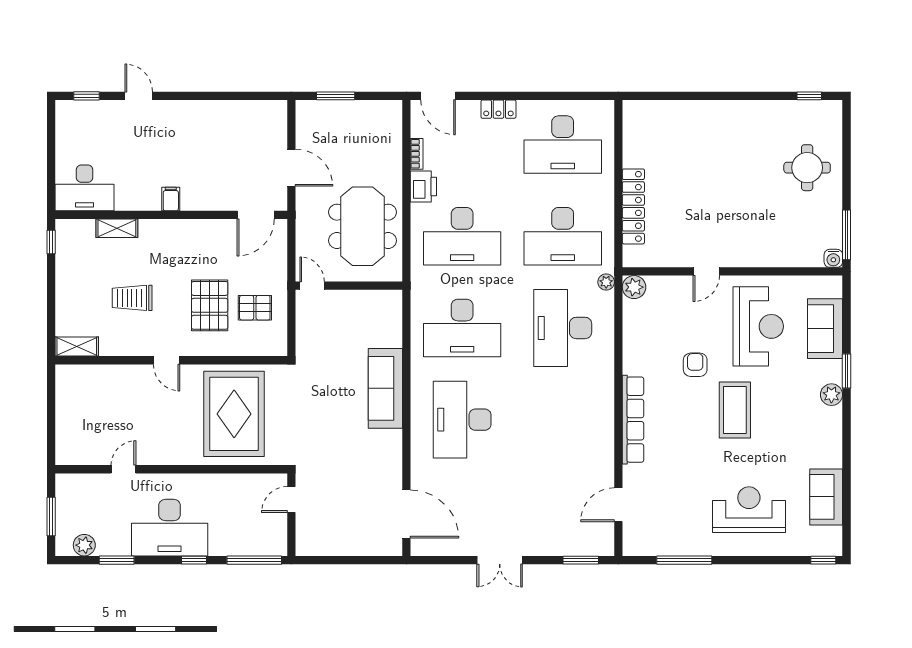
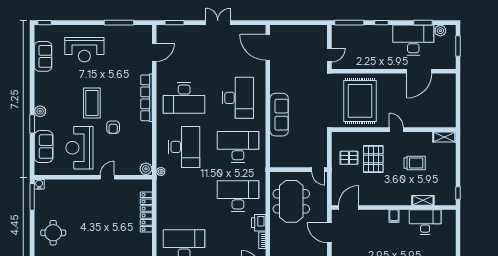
desk: (85, 188) -> (425, 222), moved
desk: (563, 236) -> (184, 98), moved, turned 180
door: (124, 469) -> (419, 71), width x1.88
desk: (170, 528) -> (413, 40), moved

